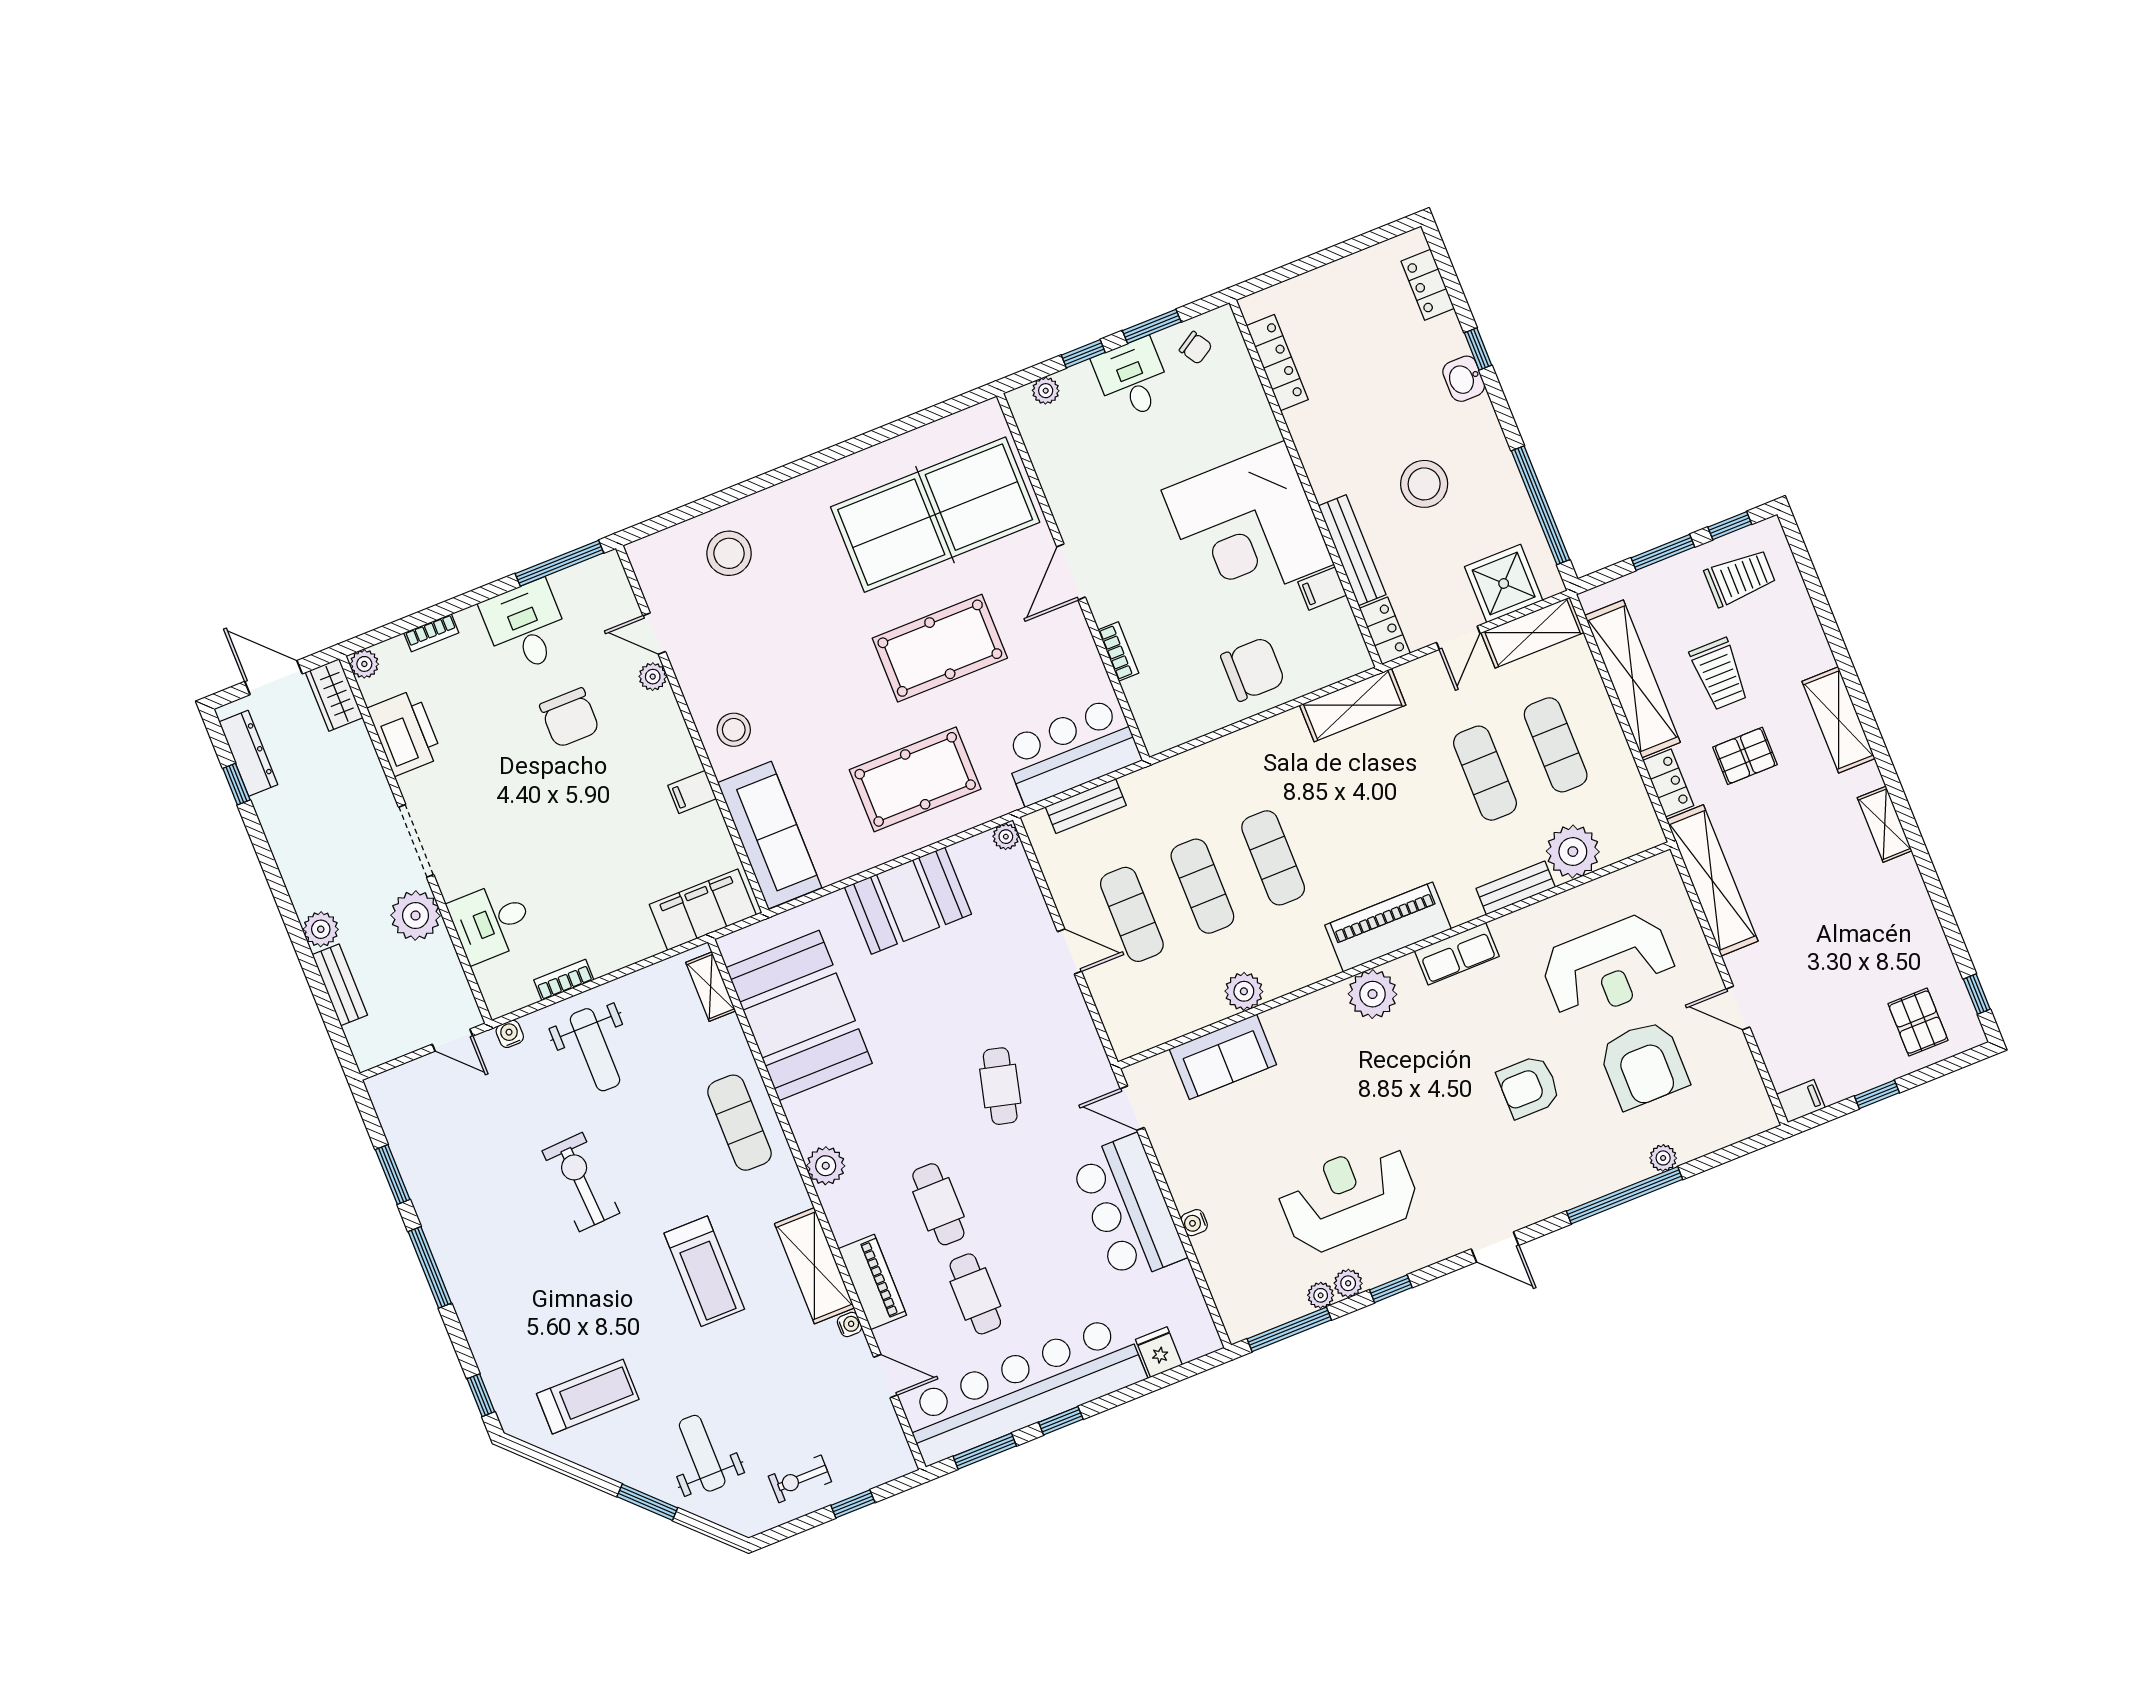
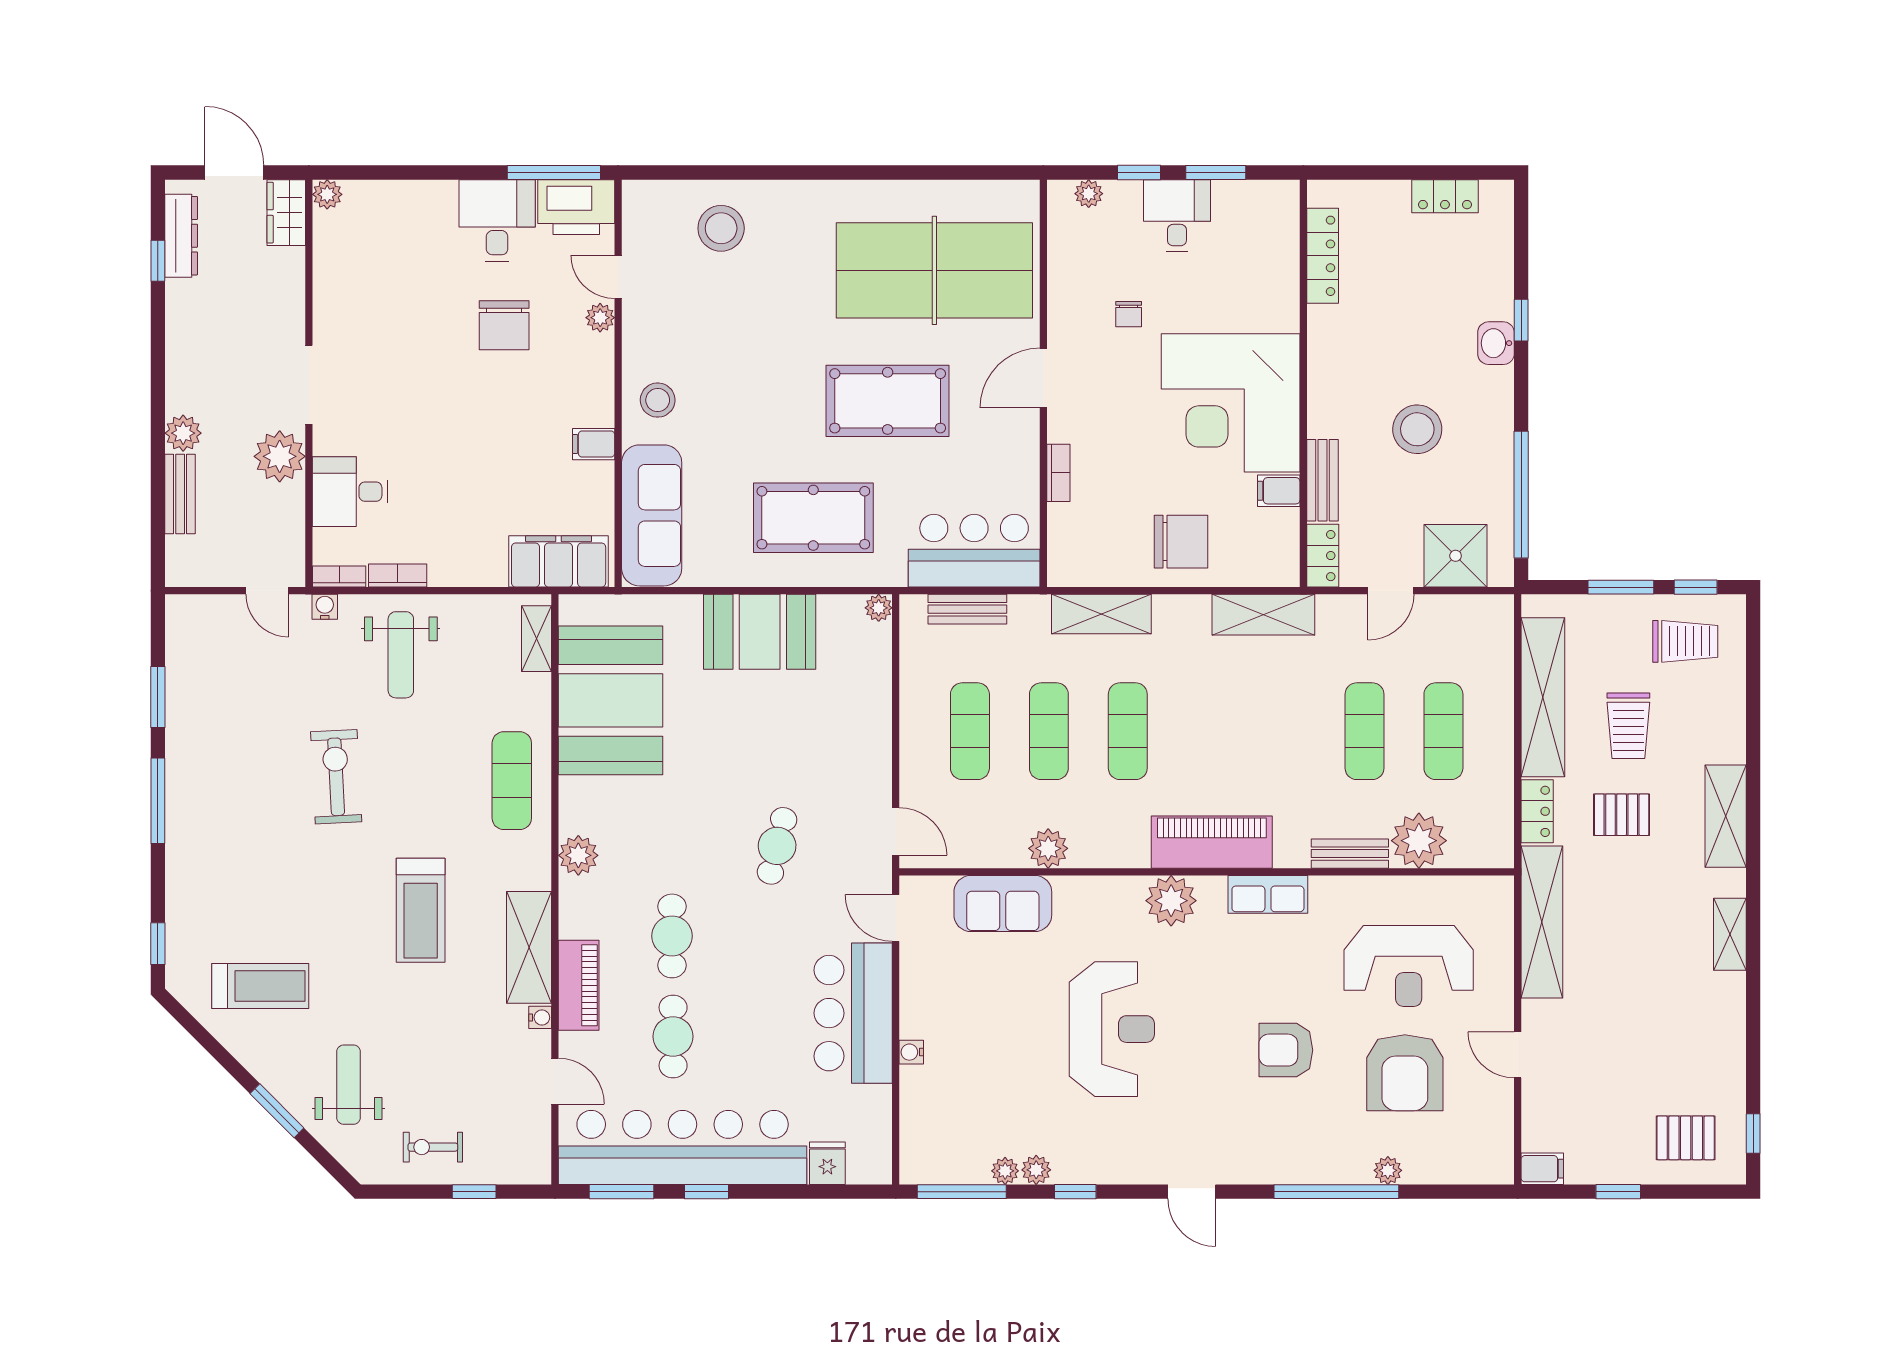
locker: (1428, 285) -> (1445, 196), moved, turned -90
chair: (1196, 348) -> (1129, 314), moved, turned 32
bench: (1352, 550) -> (1322, 480), width x0.73
bookcase: (431, 633) -> (339, 577), moved, turned 180
shelving: (1532, 633) -> (1101, 614), moved
printer: (405, 733) -> (576, 207), moved, turned 90
door: (1070, 952) -> (896, 831), moved
pallet: (1918, 1022) -> (1686, 1138), turned 90
reception desk: (1348, 1197) -> (1112, 1029), moved, turned 90

